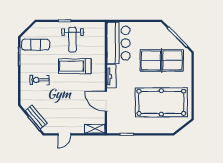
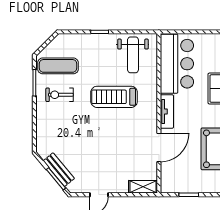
weight bench: (72, 40) -> (133, 55), moved
exercise bike: (40, 80) -> (60, 95), moved
door: (106, 101) -> (159, 147), swing flipped

